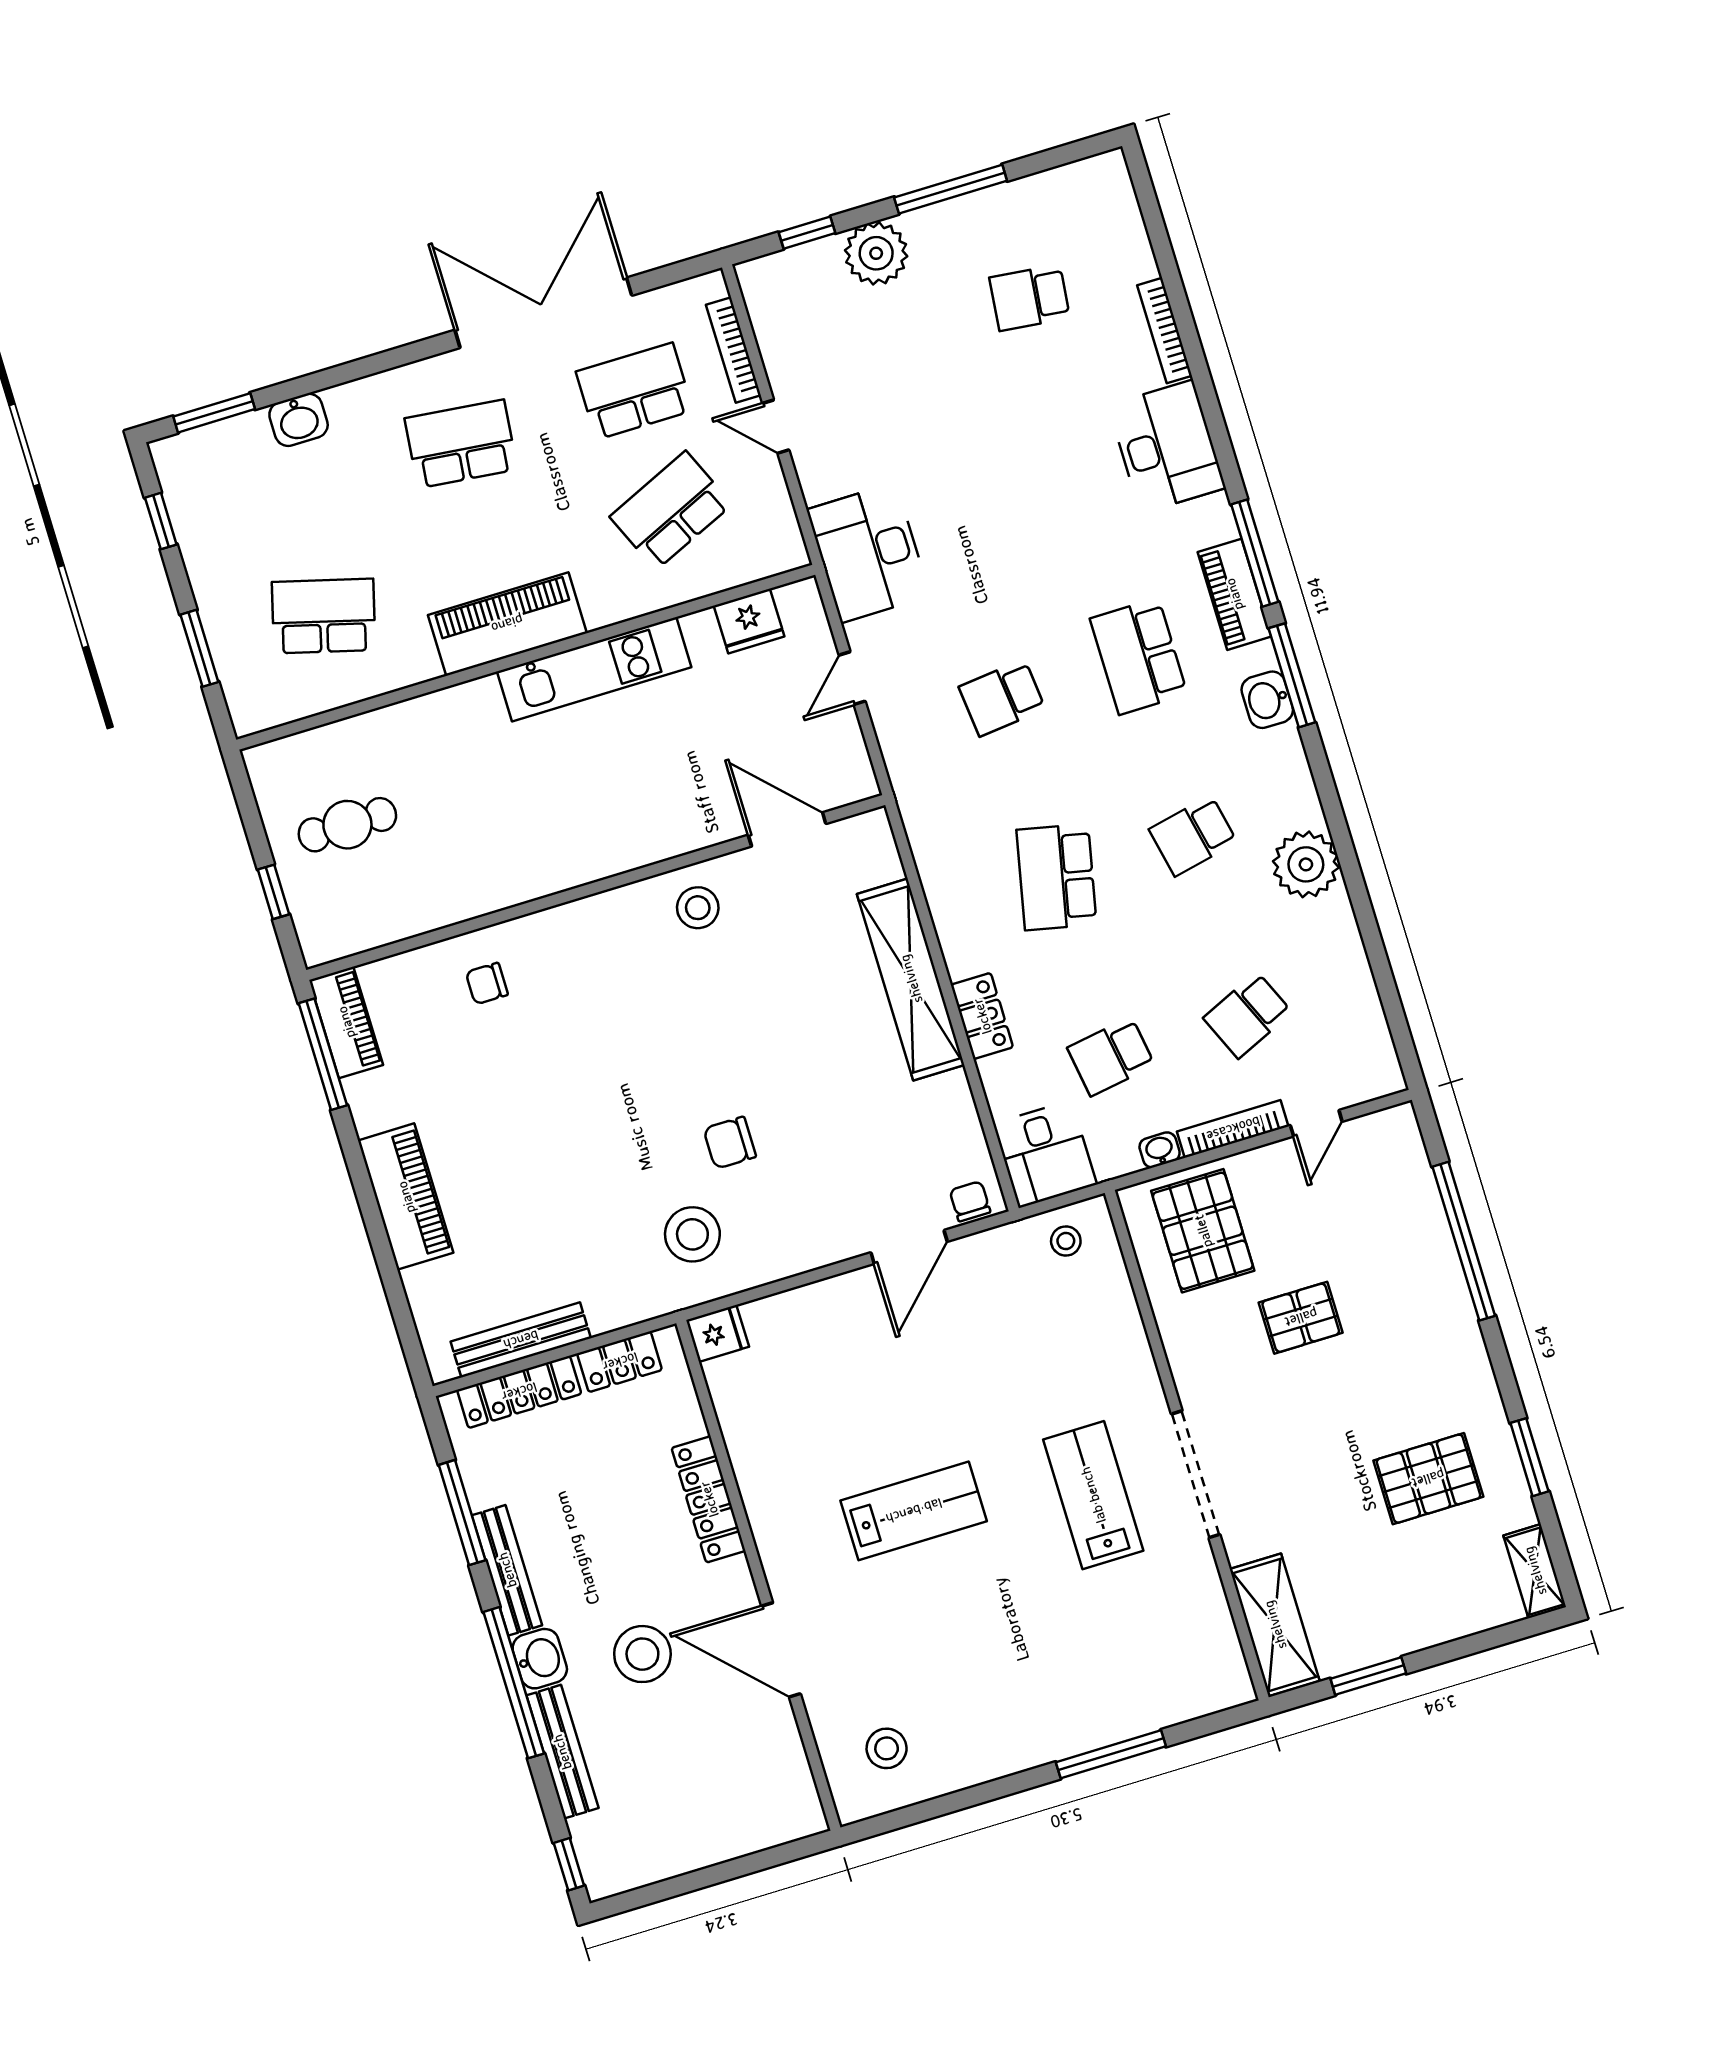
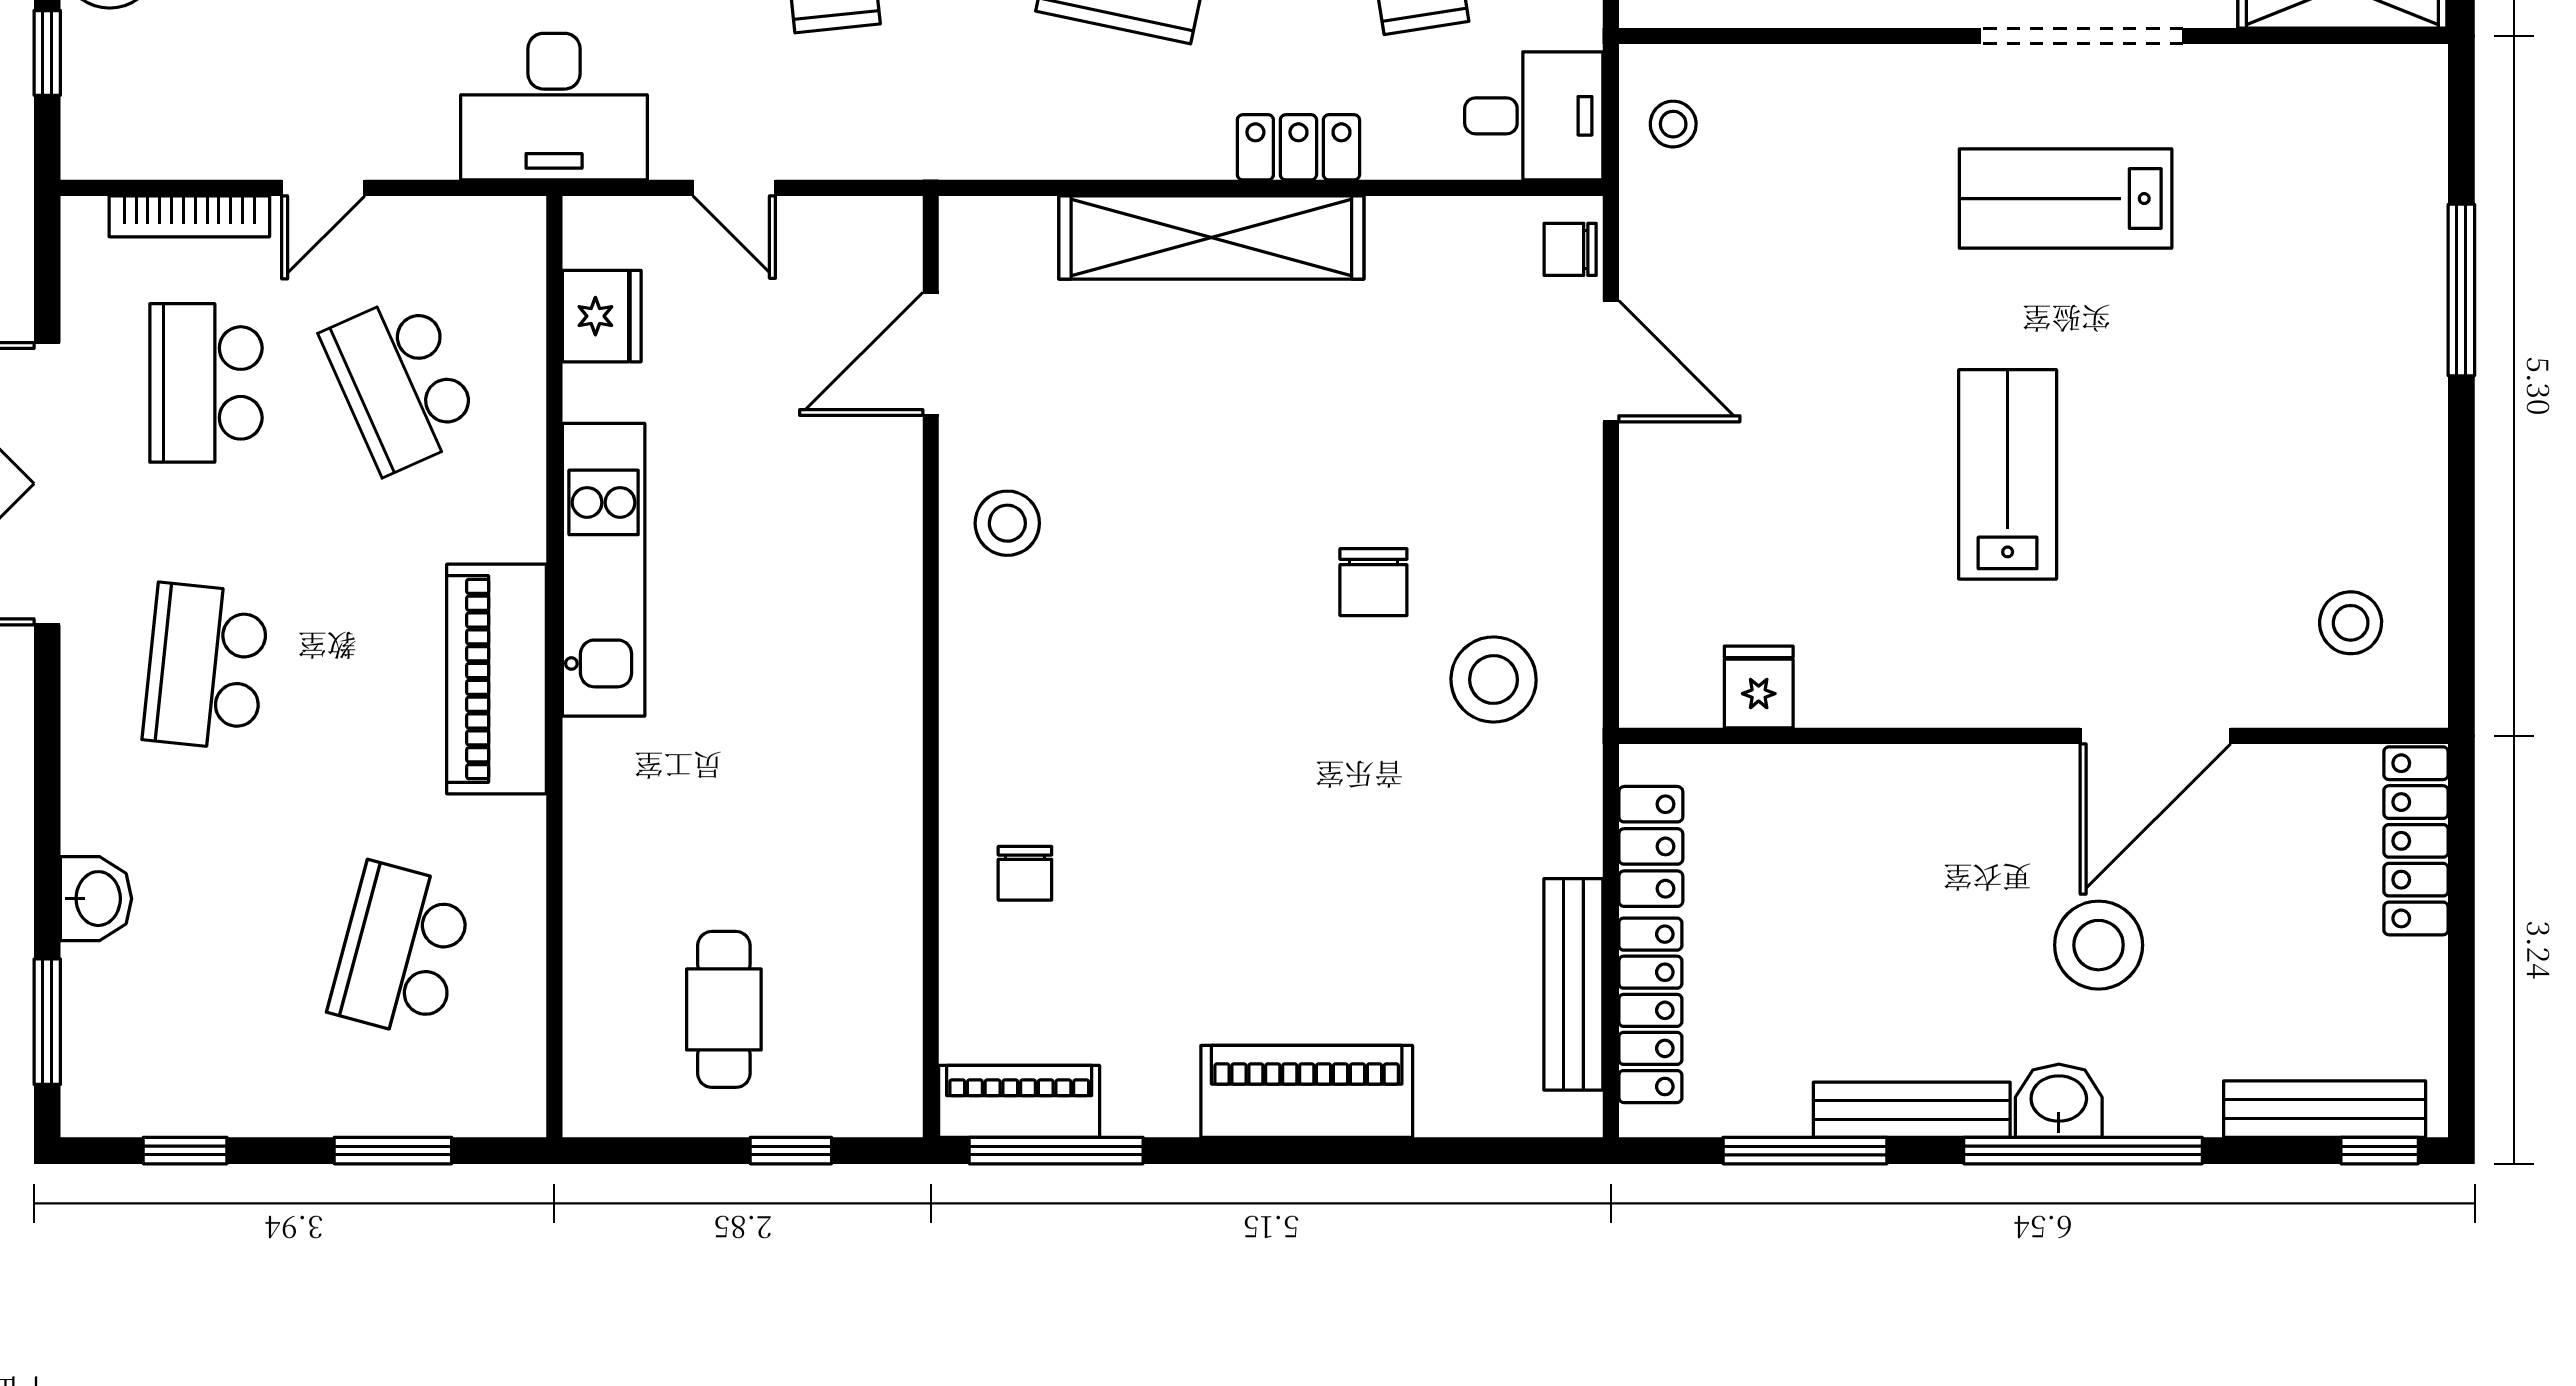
fridge: (718, 1333) -> (1759, 687), moved
locker: (709, 1499) -> (2416, 841), moved, turned 90
bench: (562, 1752) -> (2325, 1109), moved

